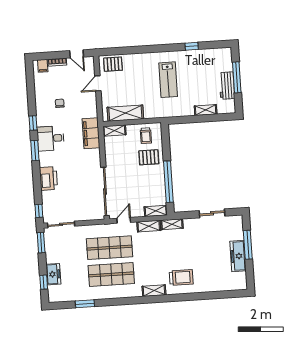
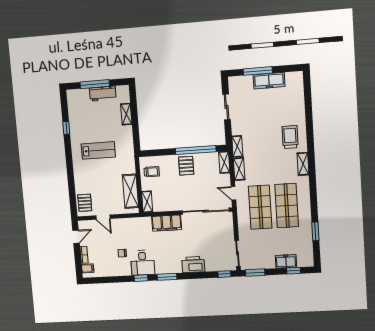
filing cabinet: (91, 133) -> (167, 223), moved
desk: (51, 138) -> (143, 263), moved
pallet: (149, 157) -> (186, 166), moved

